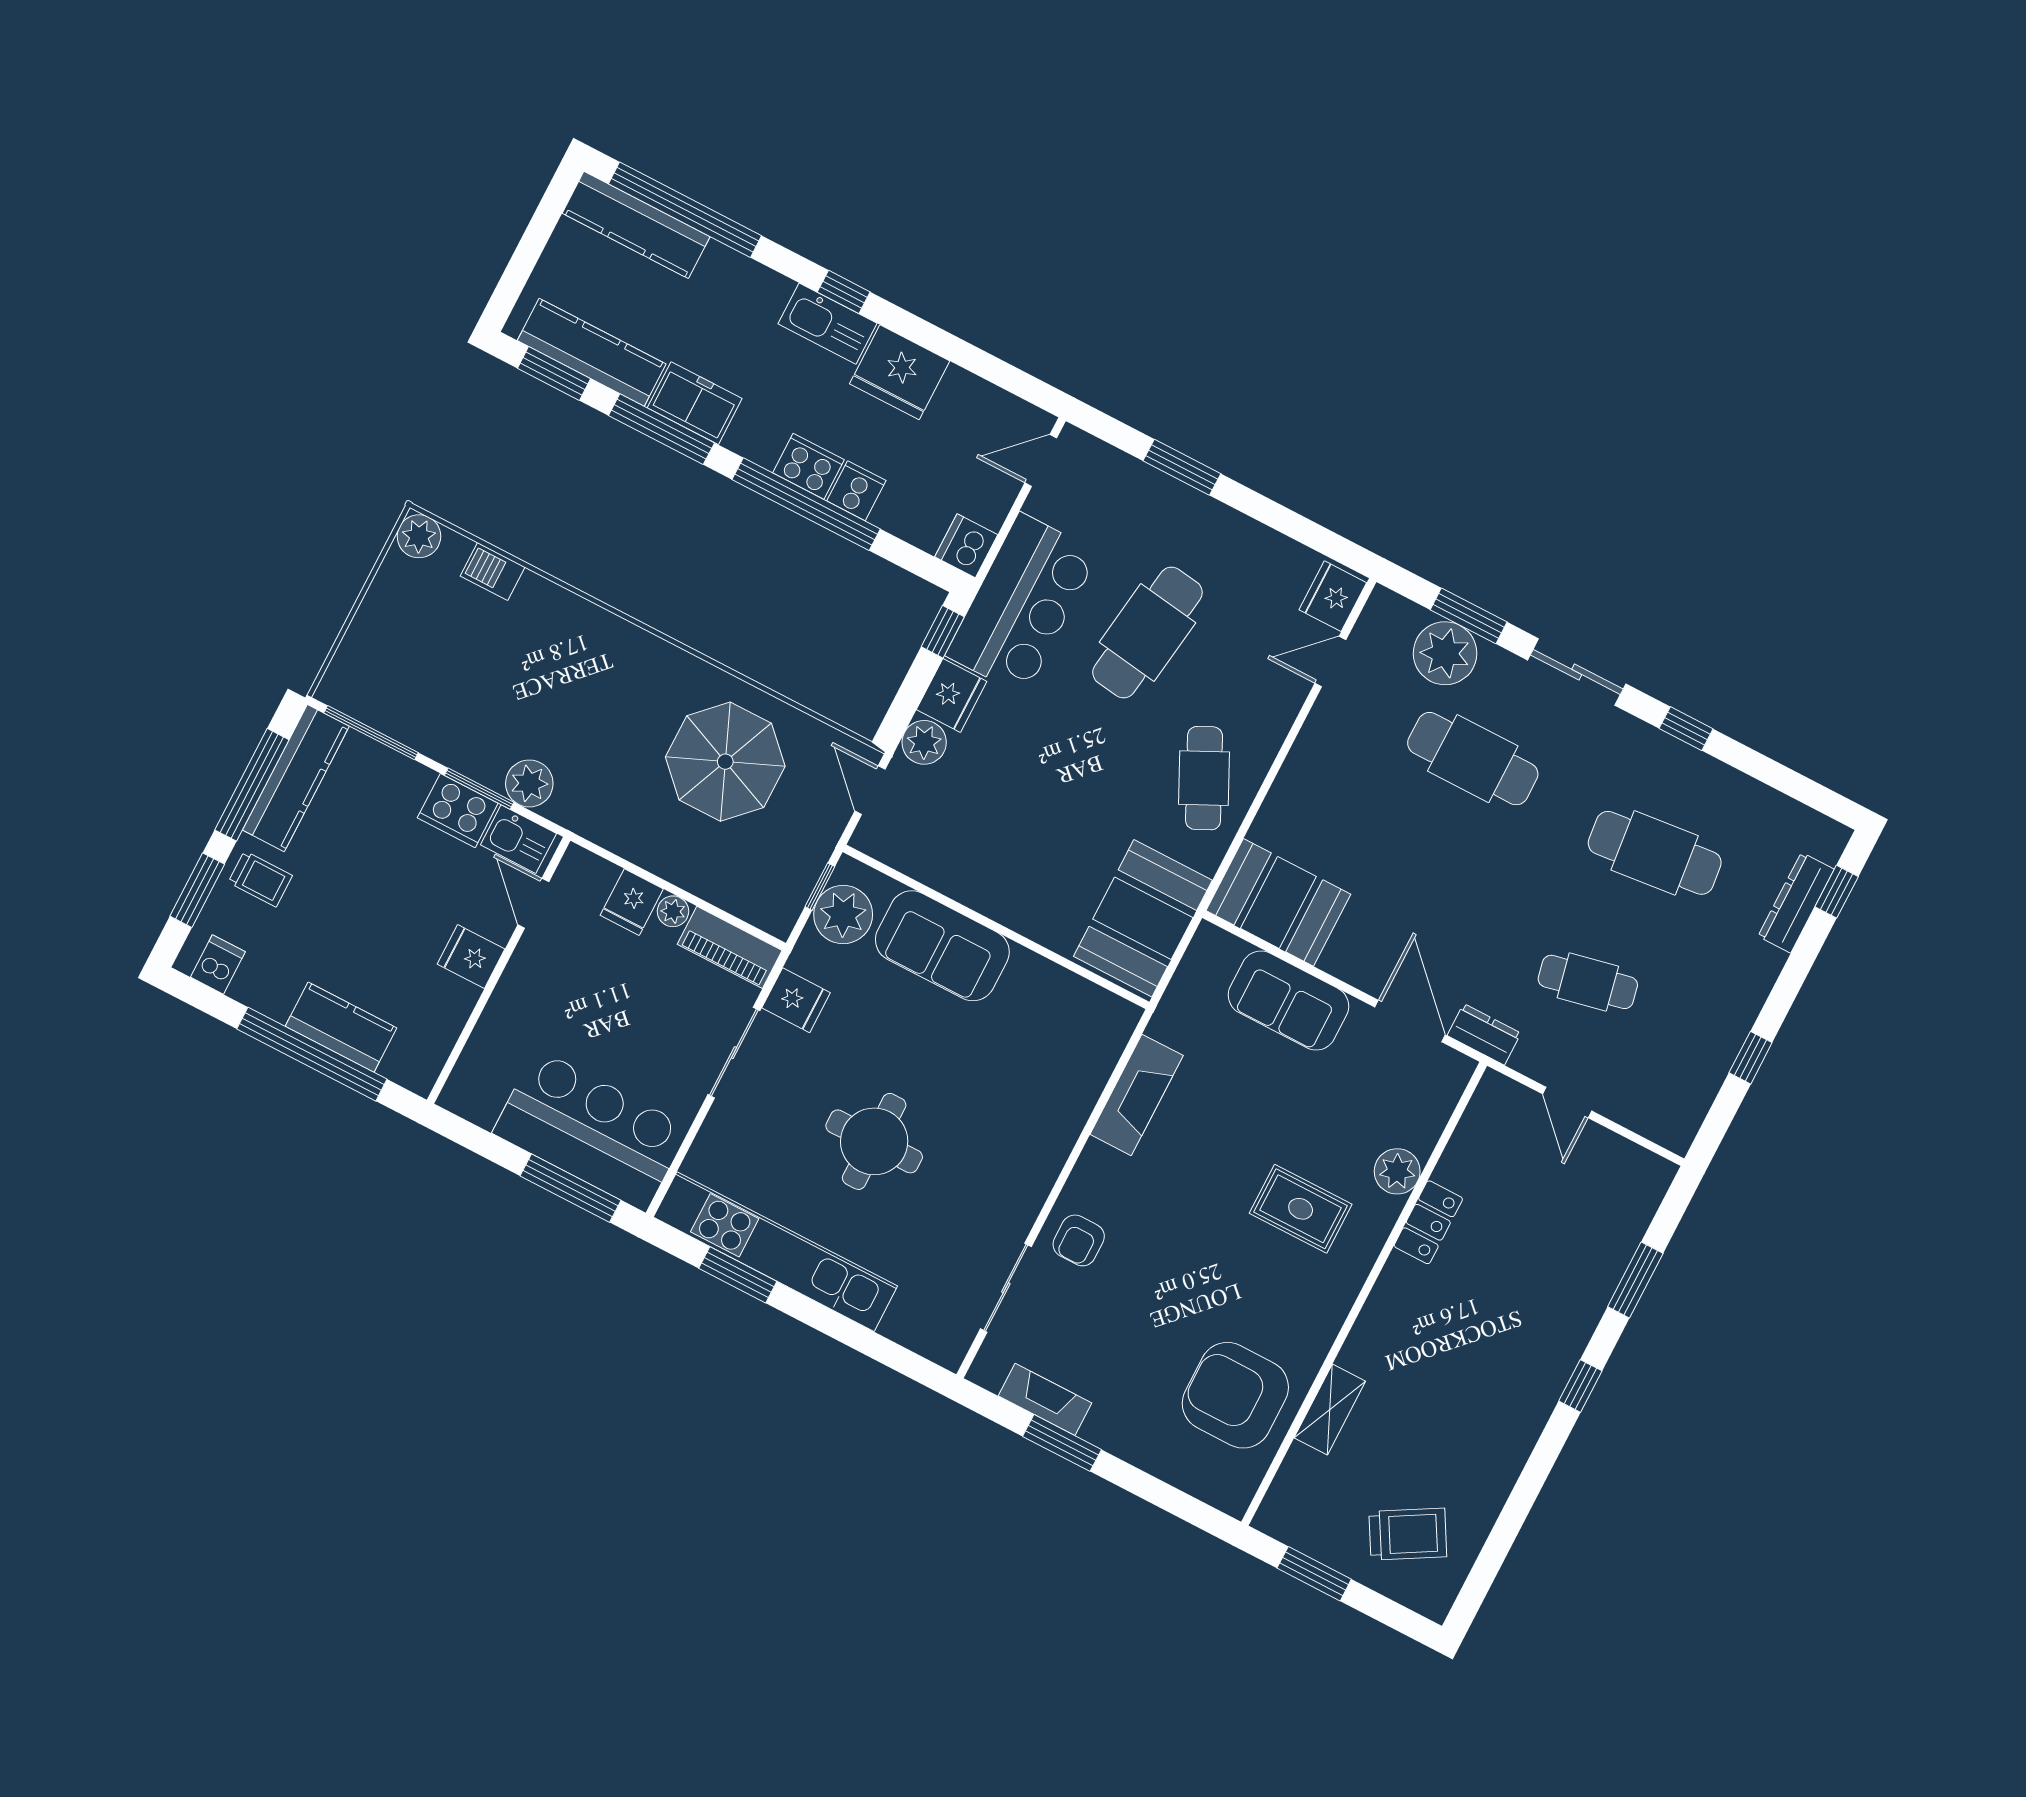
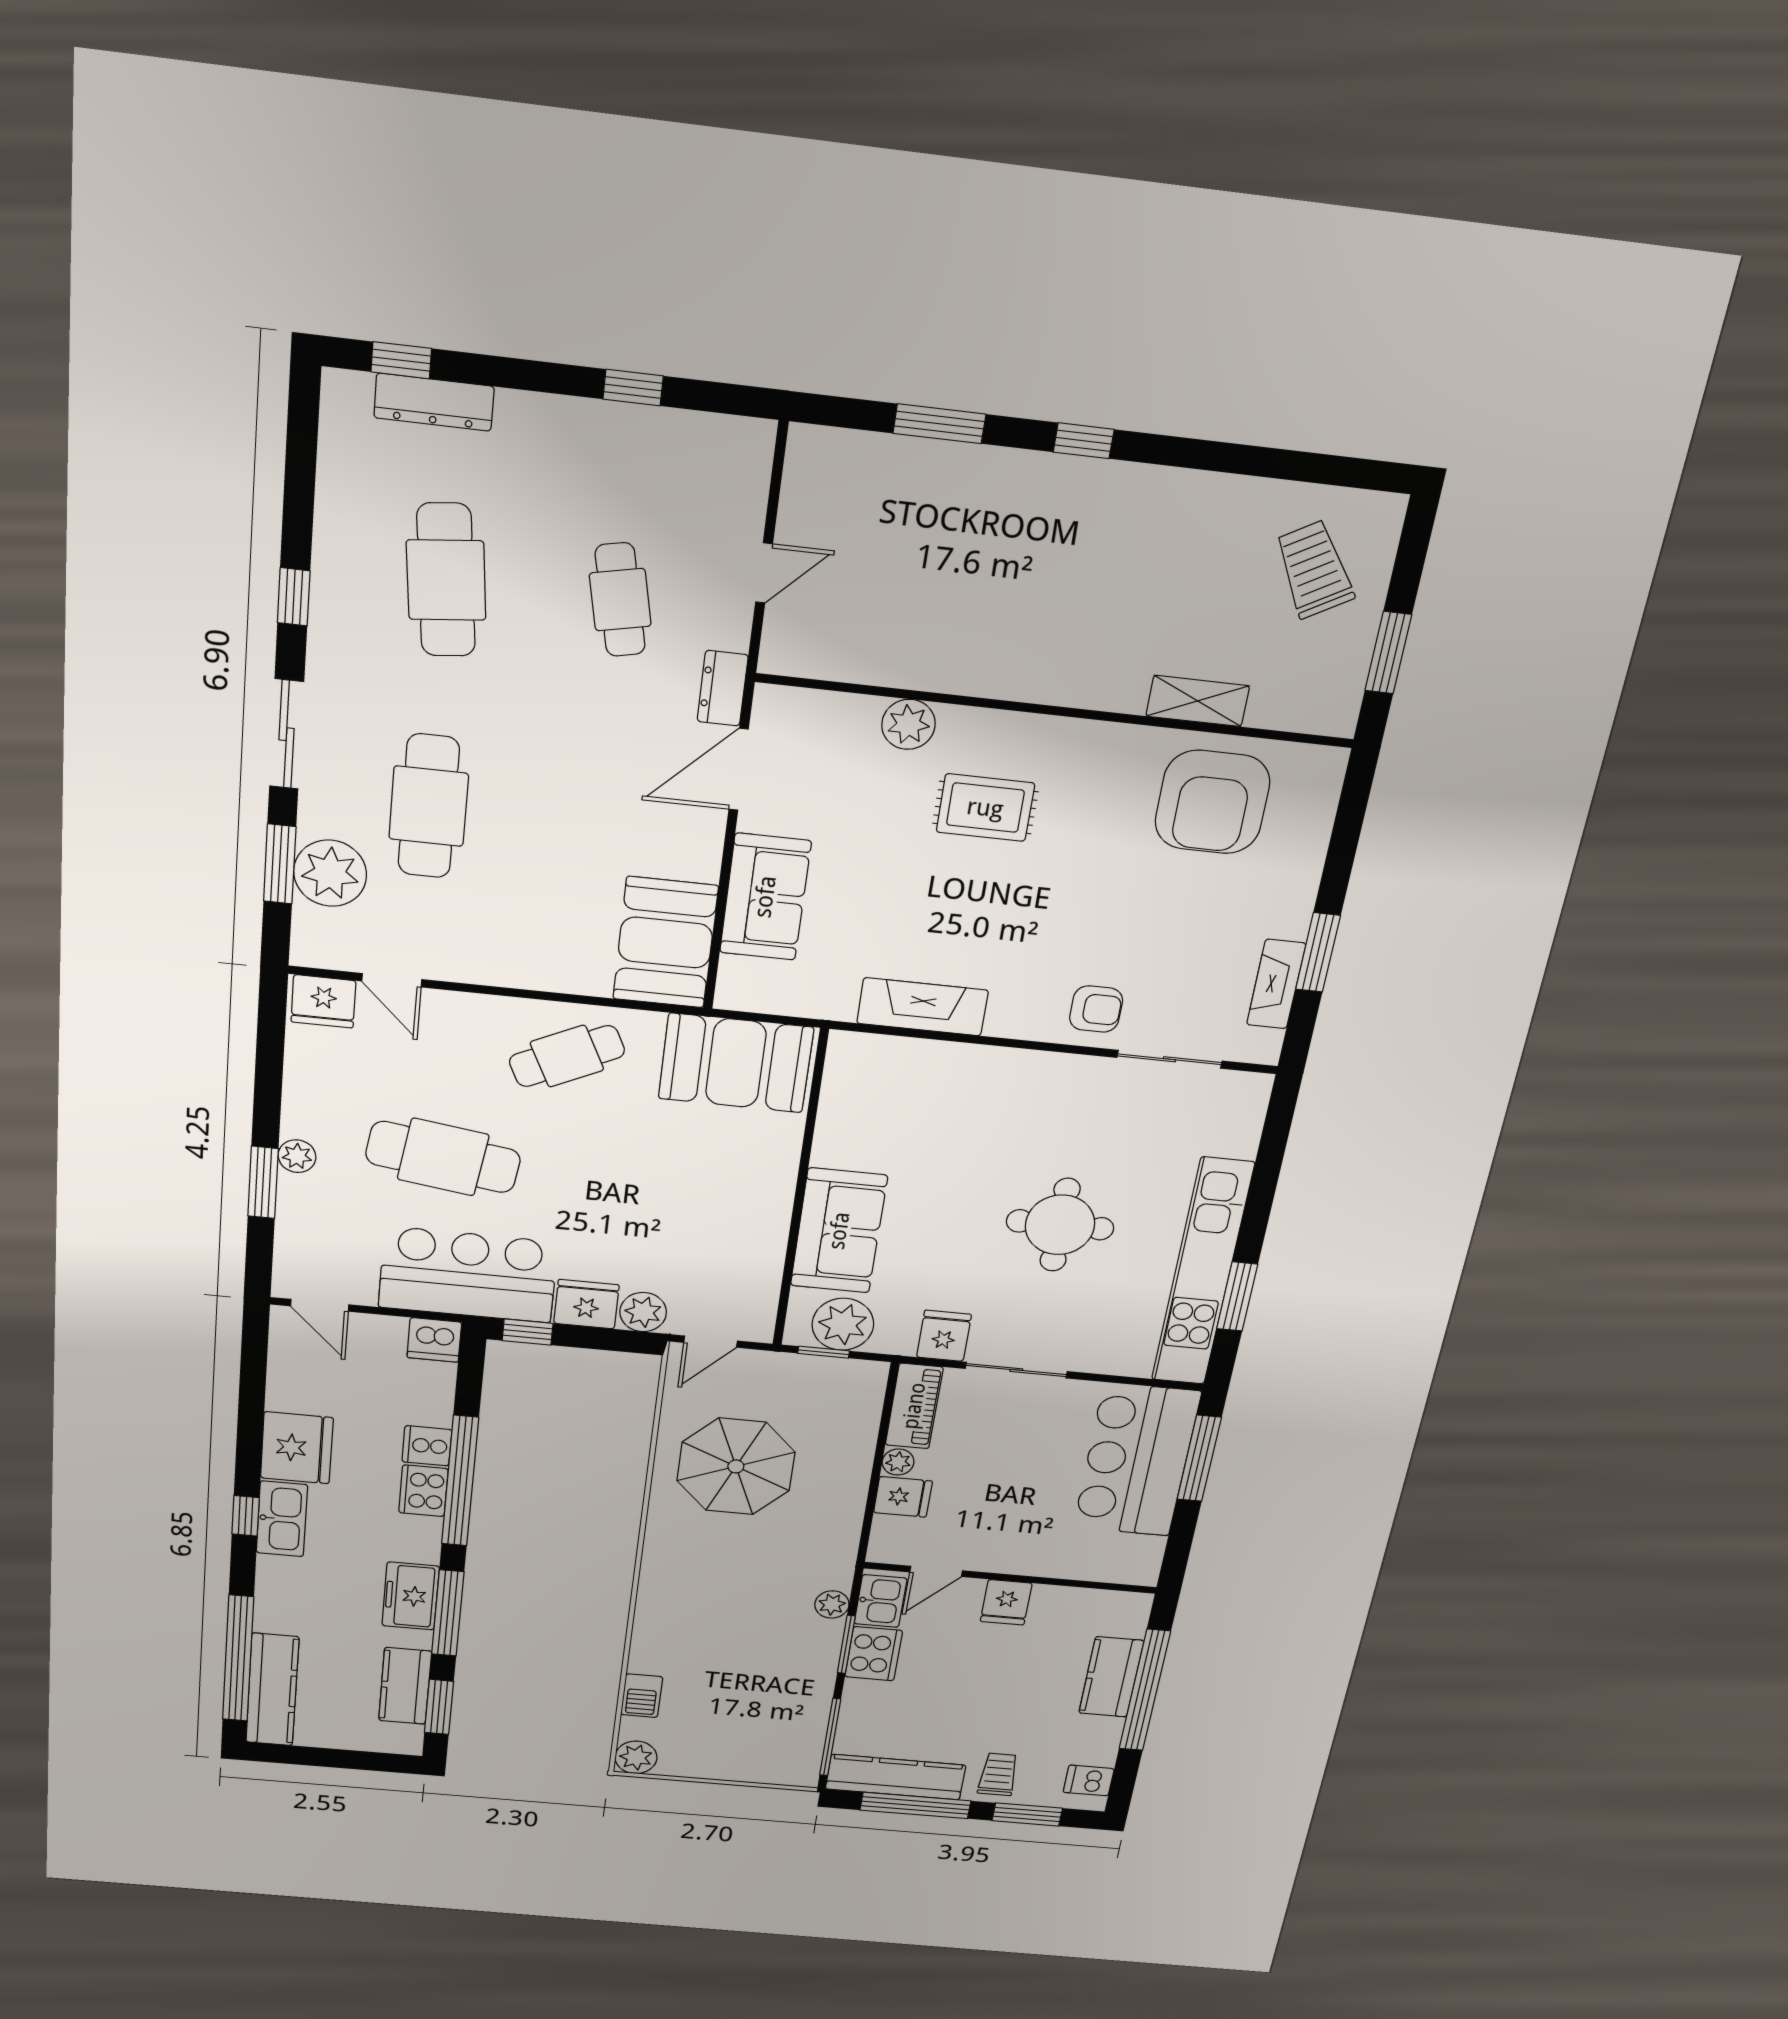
kitchen counter: (592, 352) -> (405, 1686), width x0.67
plant: (1196, 508) -> (297, 1156), added
plant: (529, 783) -> (832, 1604), width x0.73, depth x0.73
rug: (1301, 1209) -> (985, 808), turned 90
locker: (1428, 1222) -> (953, 672), removed

